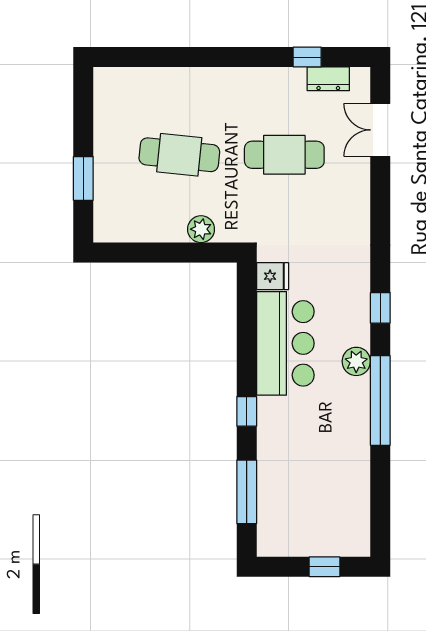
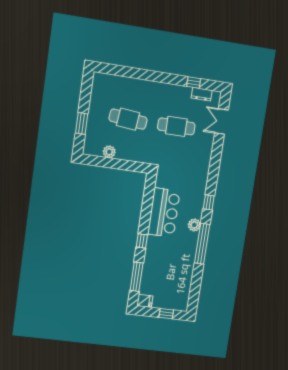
plant: (201, 229) -> (109, 152), moved
fridge: (273, 276) -> (145, 301), moved

